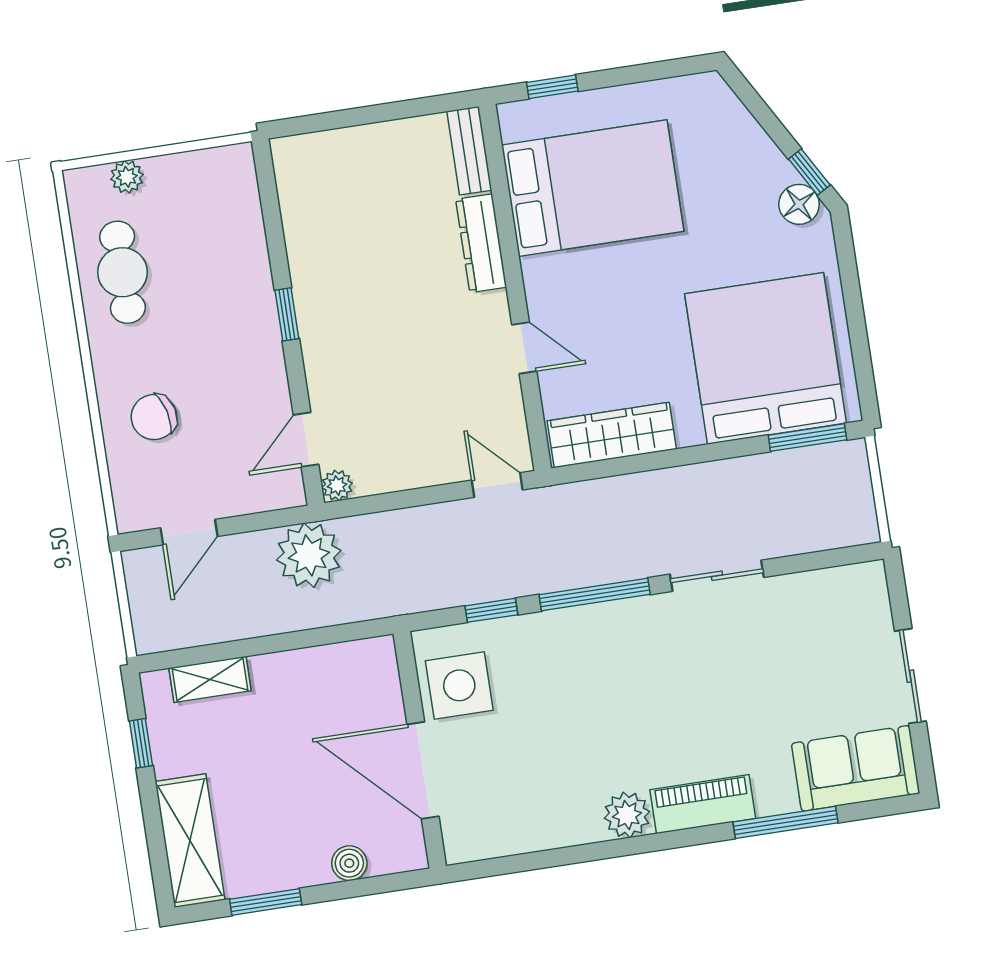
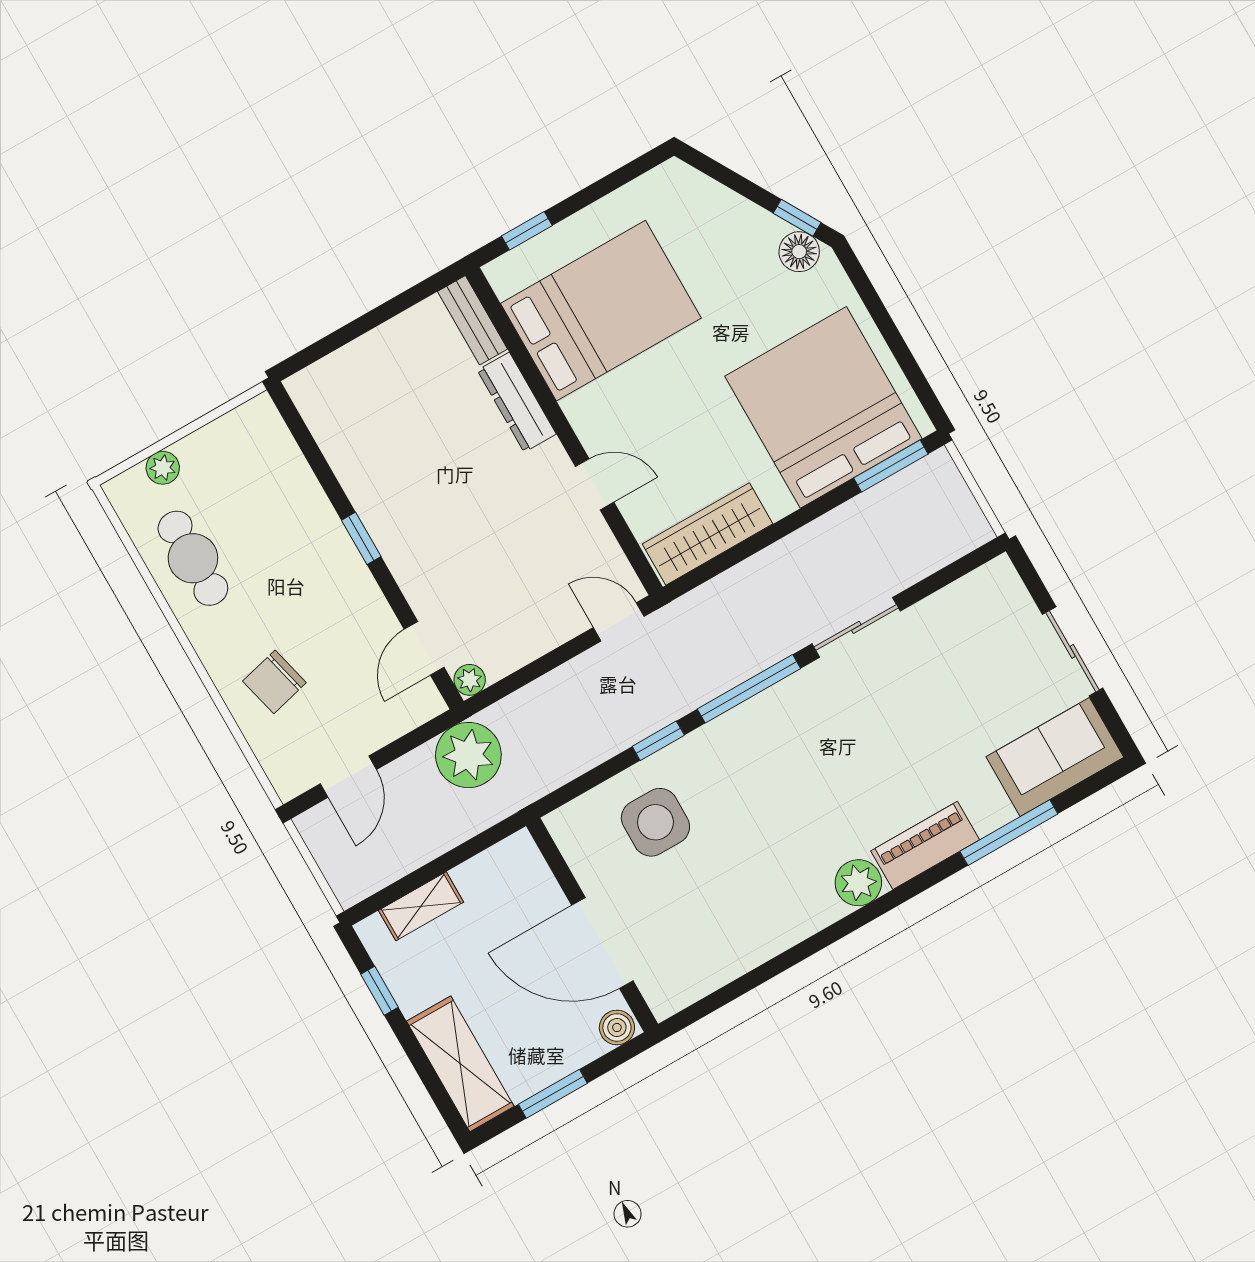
wall: (420, 750) -> (592, 925), moved
door: (423, 770) -> (602, 943), moved

